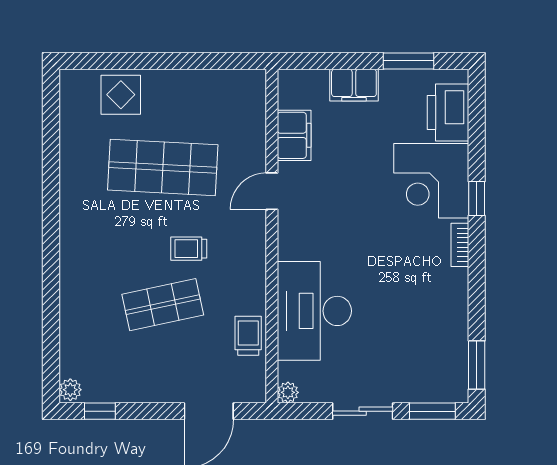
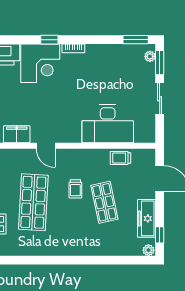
freezer: (132, 386) -> (147, 218), added
plant: (288, 392) -> (150, 56), moved

